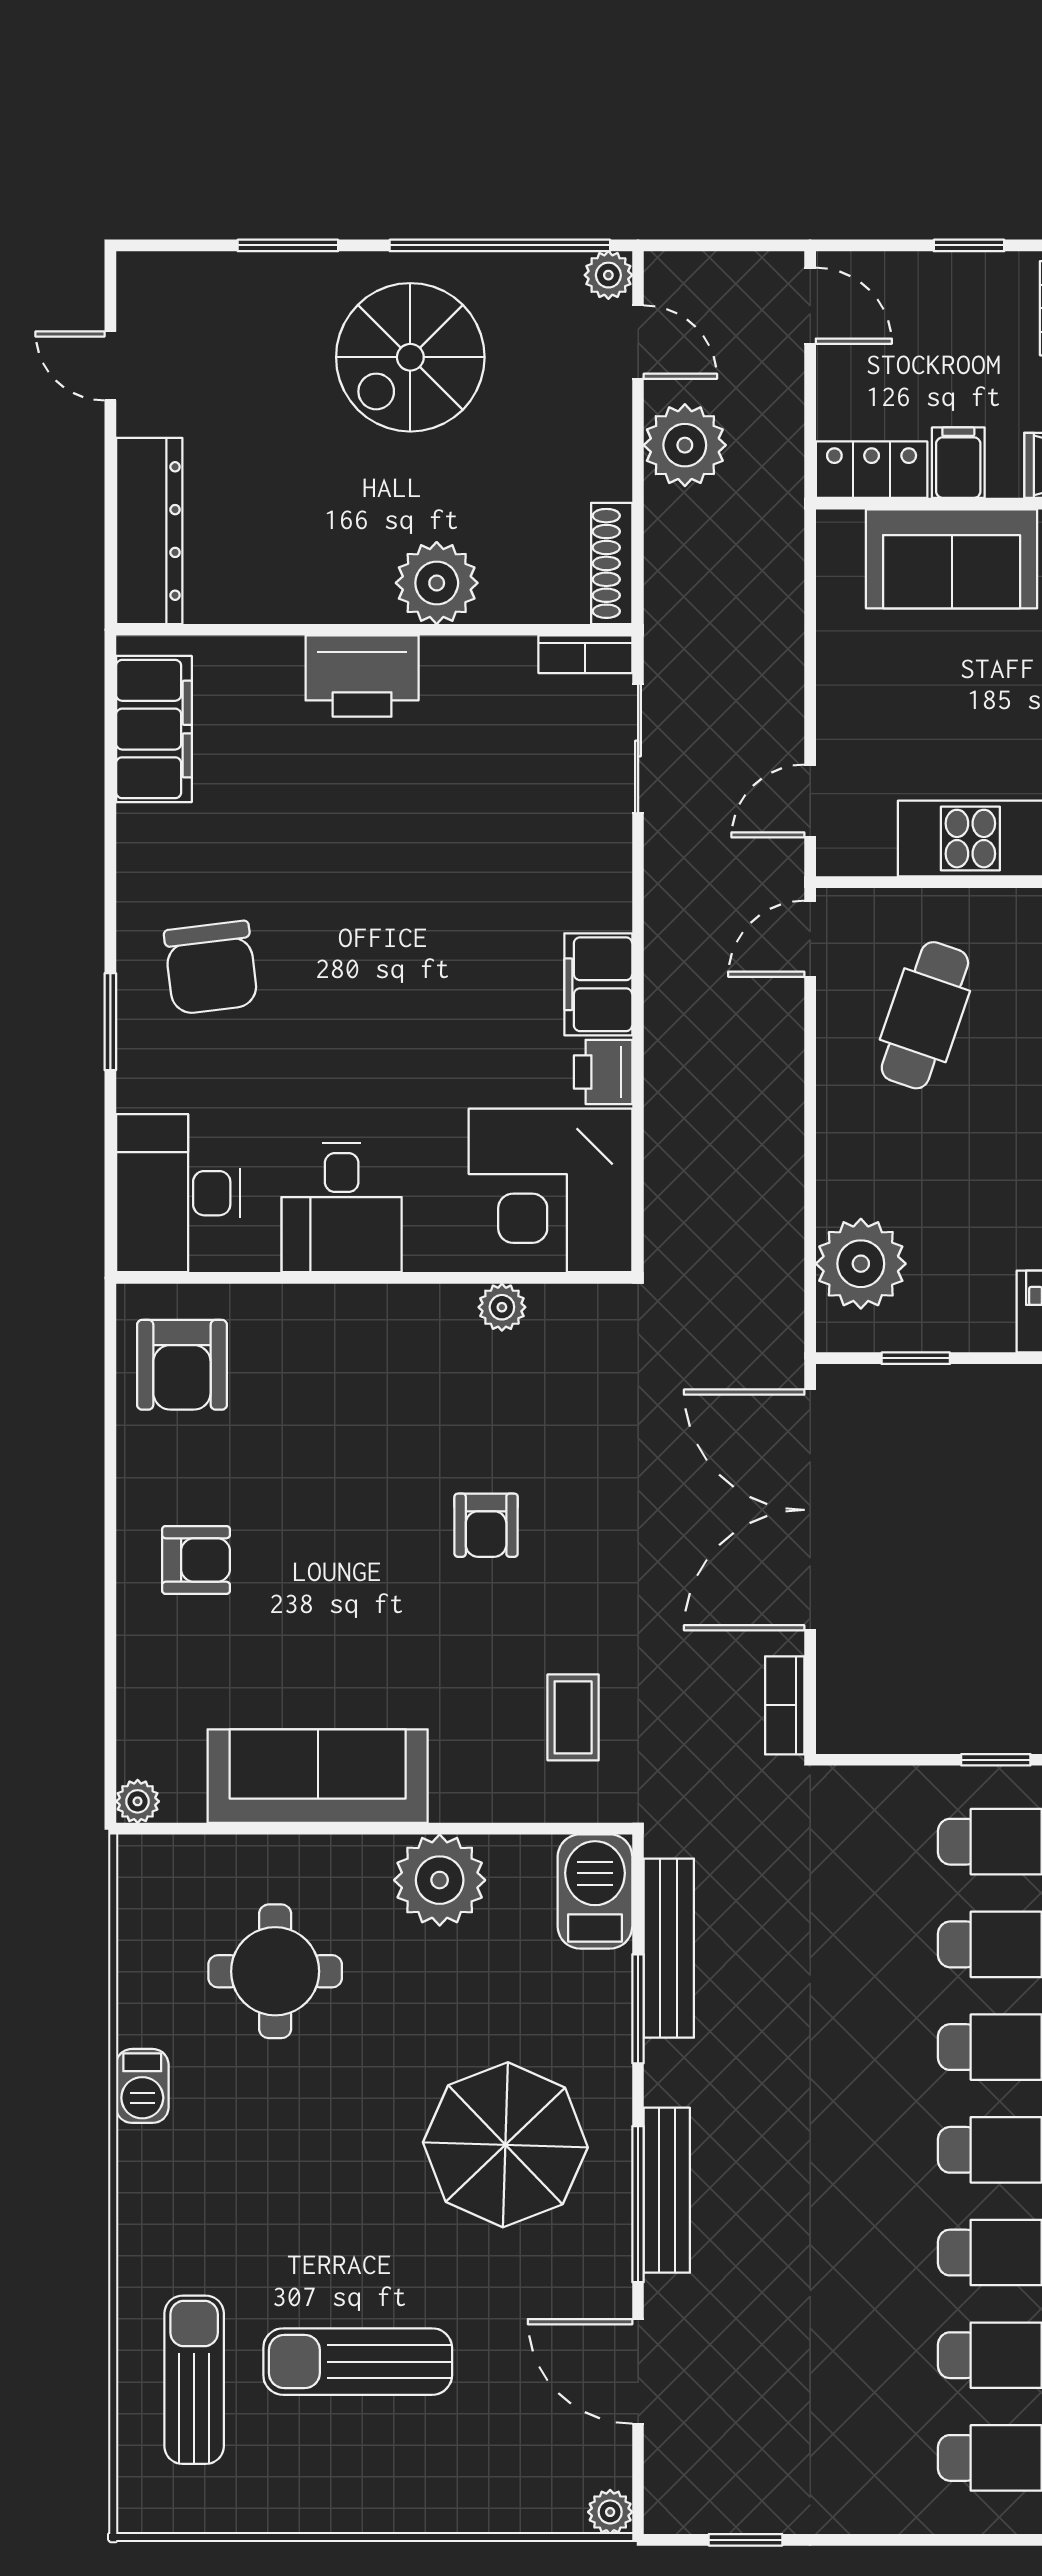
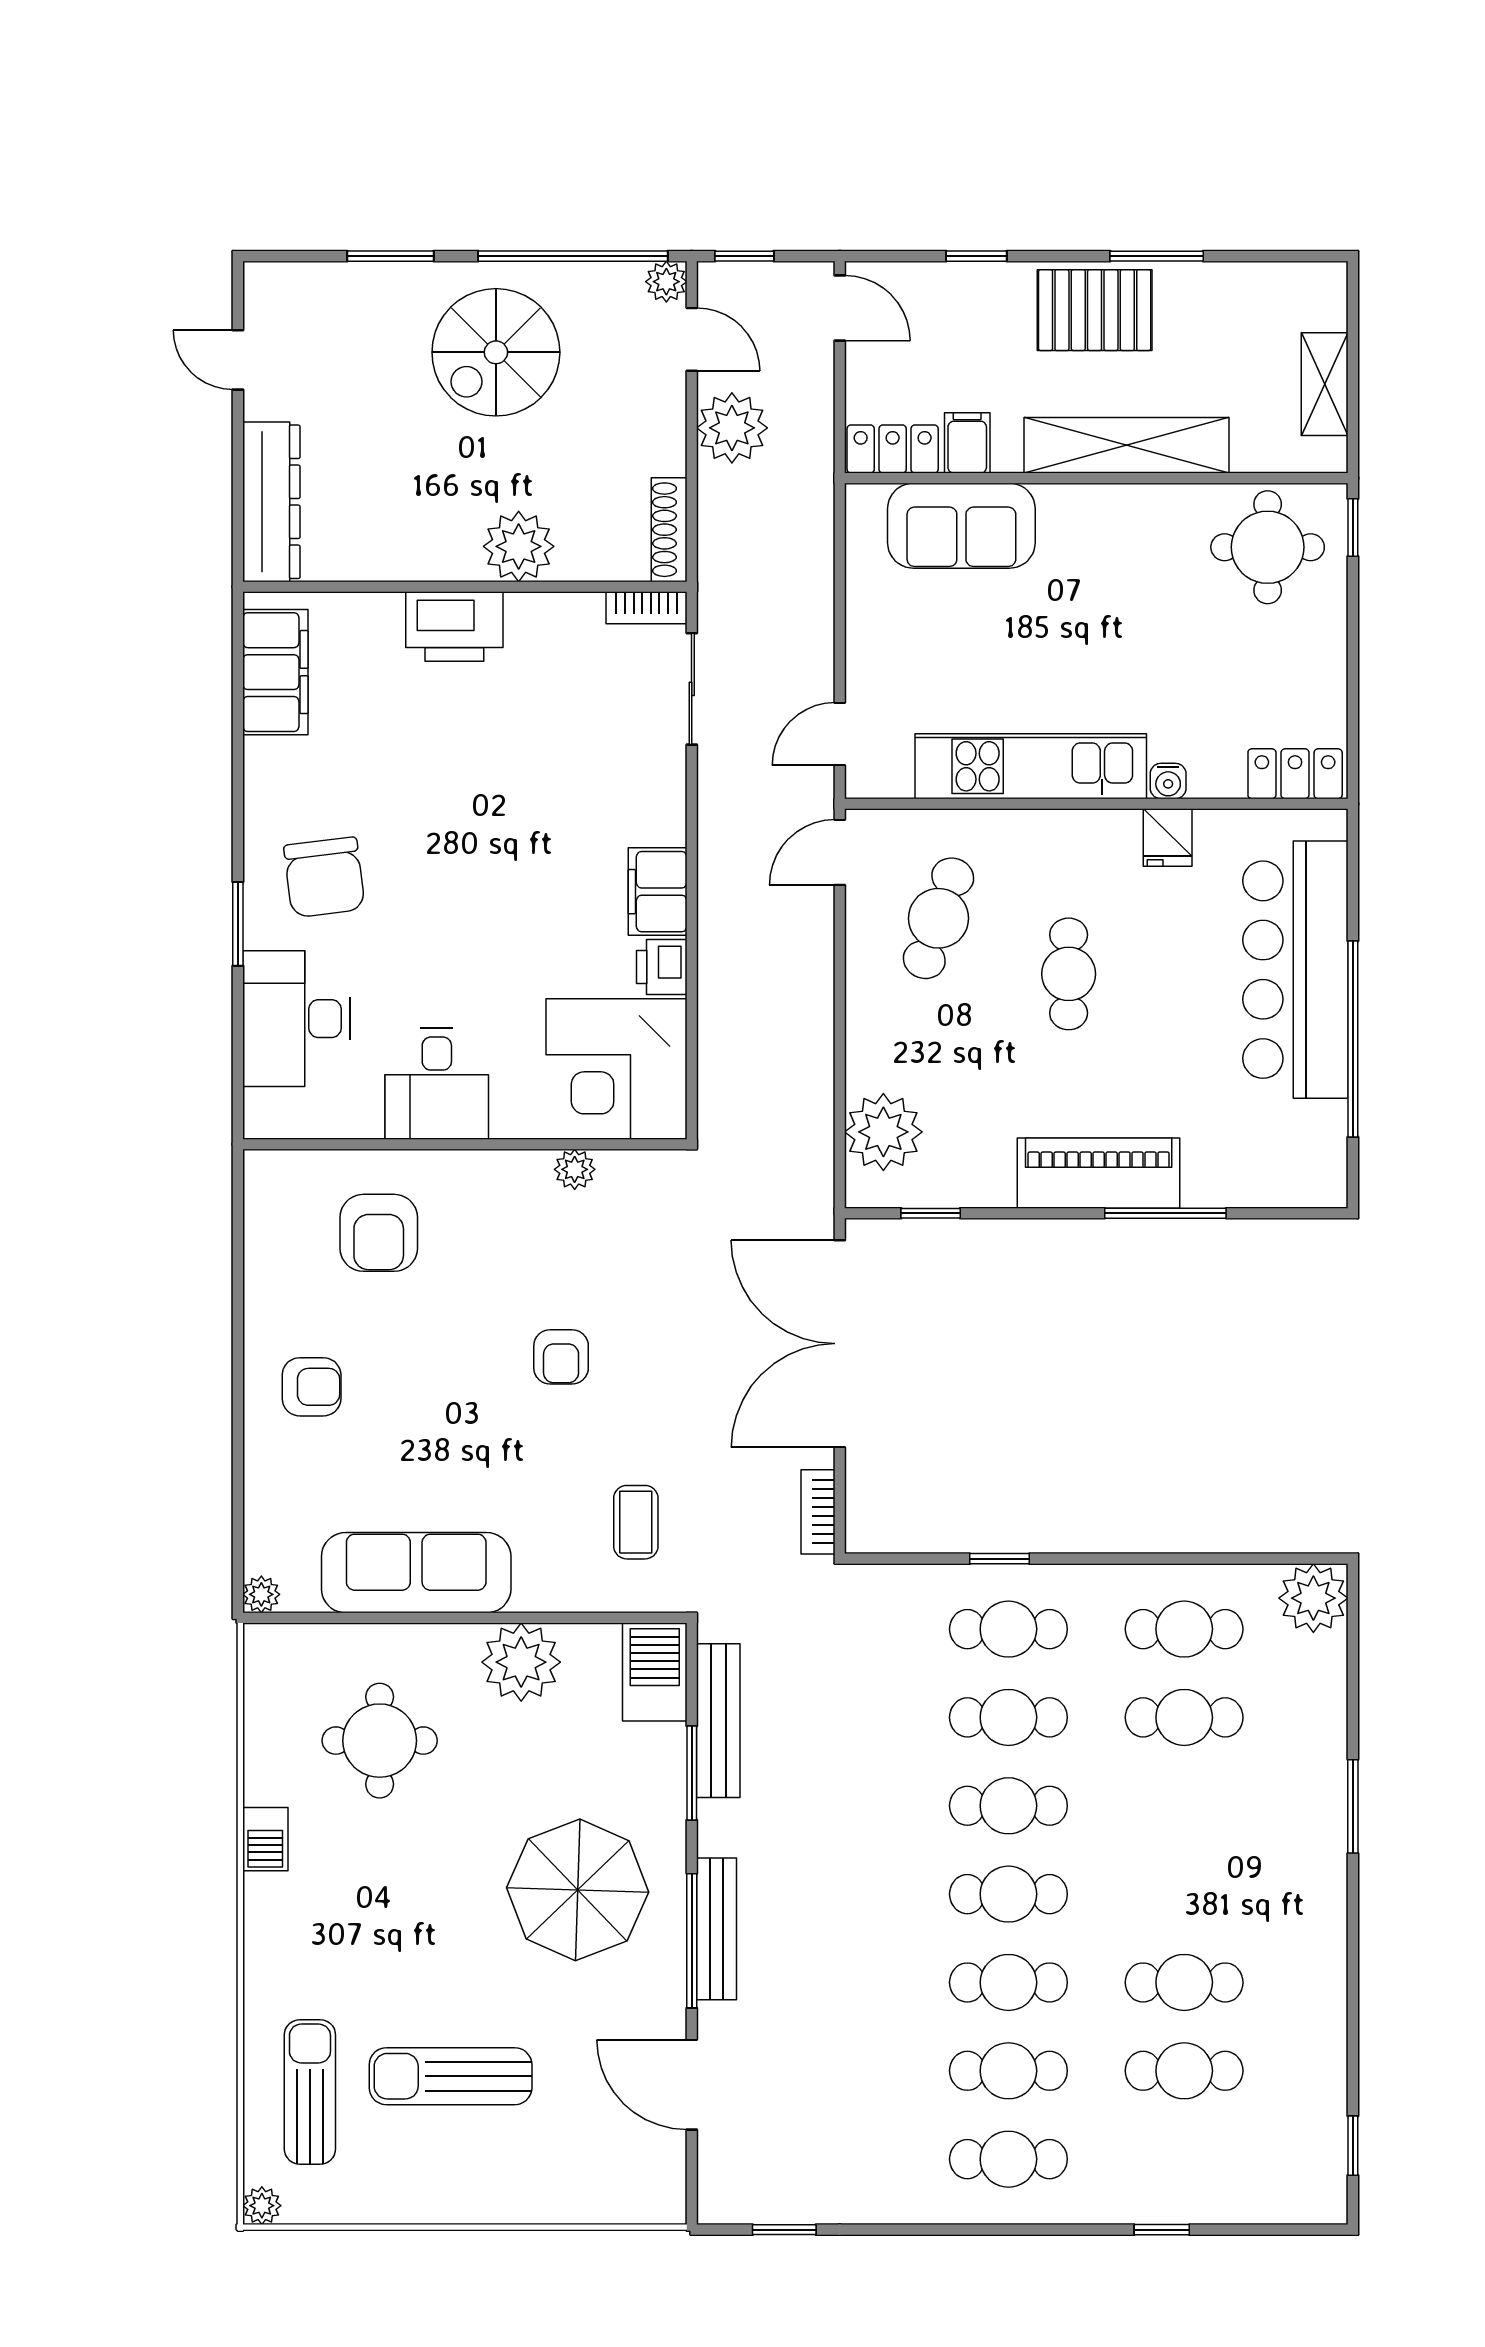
window: (699, 245) -> (744, 256), added
desk: (178, 1193) -> (296, 1019), moved
armchair: (182, 1365) -> (379, 1233), moved
plant: (610, 2512) -> (262, 2206), moved

